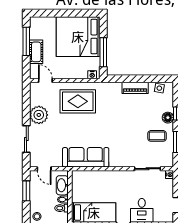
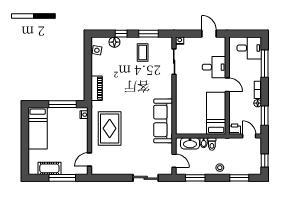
bed: (78, 37) -> (38, 128), width x0.49
window: (26, 41) -> (62, 178), moved
cot: (36, 52) -> (49, 168), moved
piano: (135, 88) -> (97, 88), moved
plant: (39, 115) -> (123, 166), removed
floor lamp: (168, 118) -> (114, 42), moved
door: (44, 169) -> (174, 161), hinge flipped

